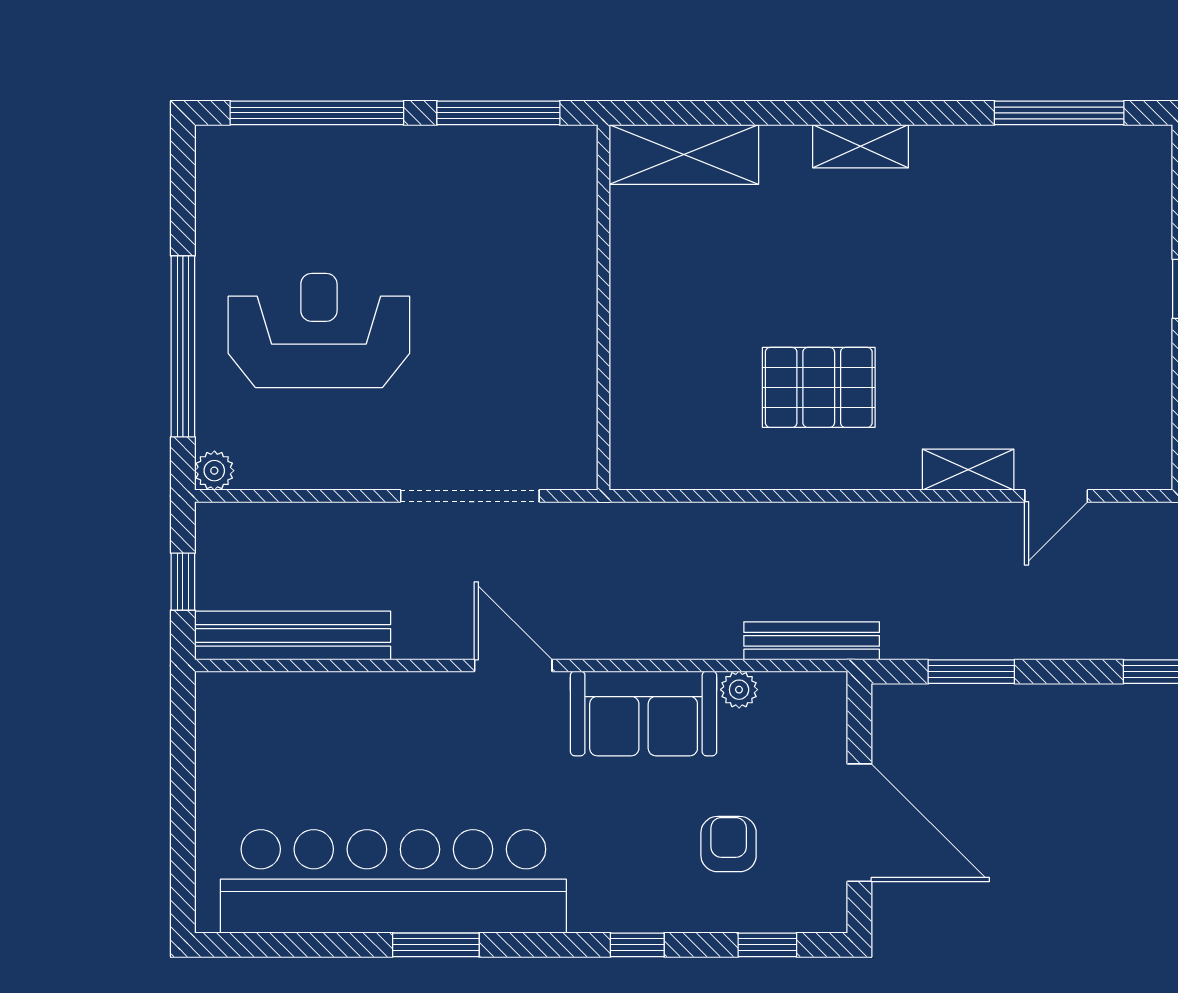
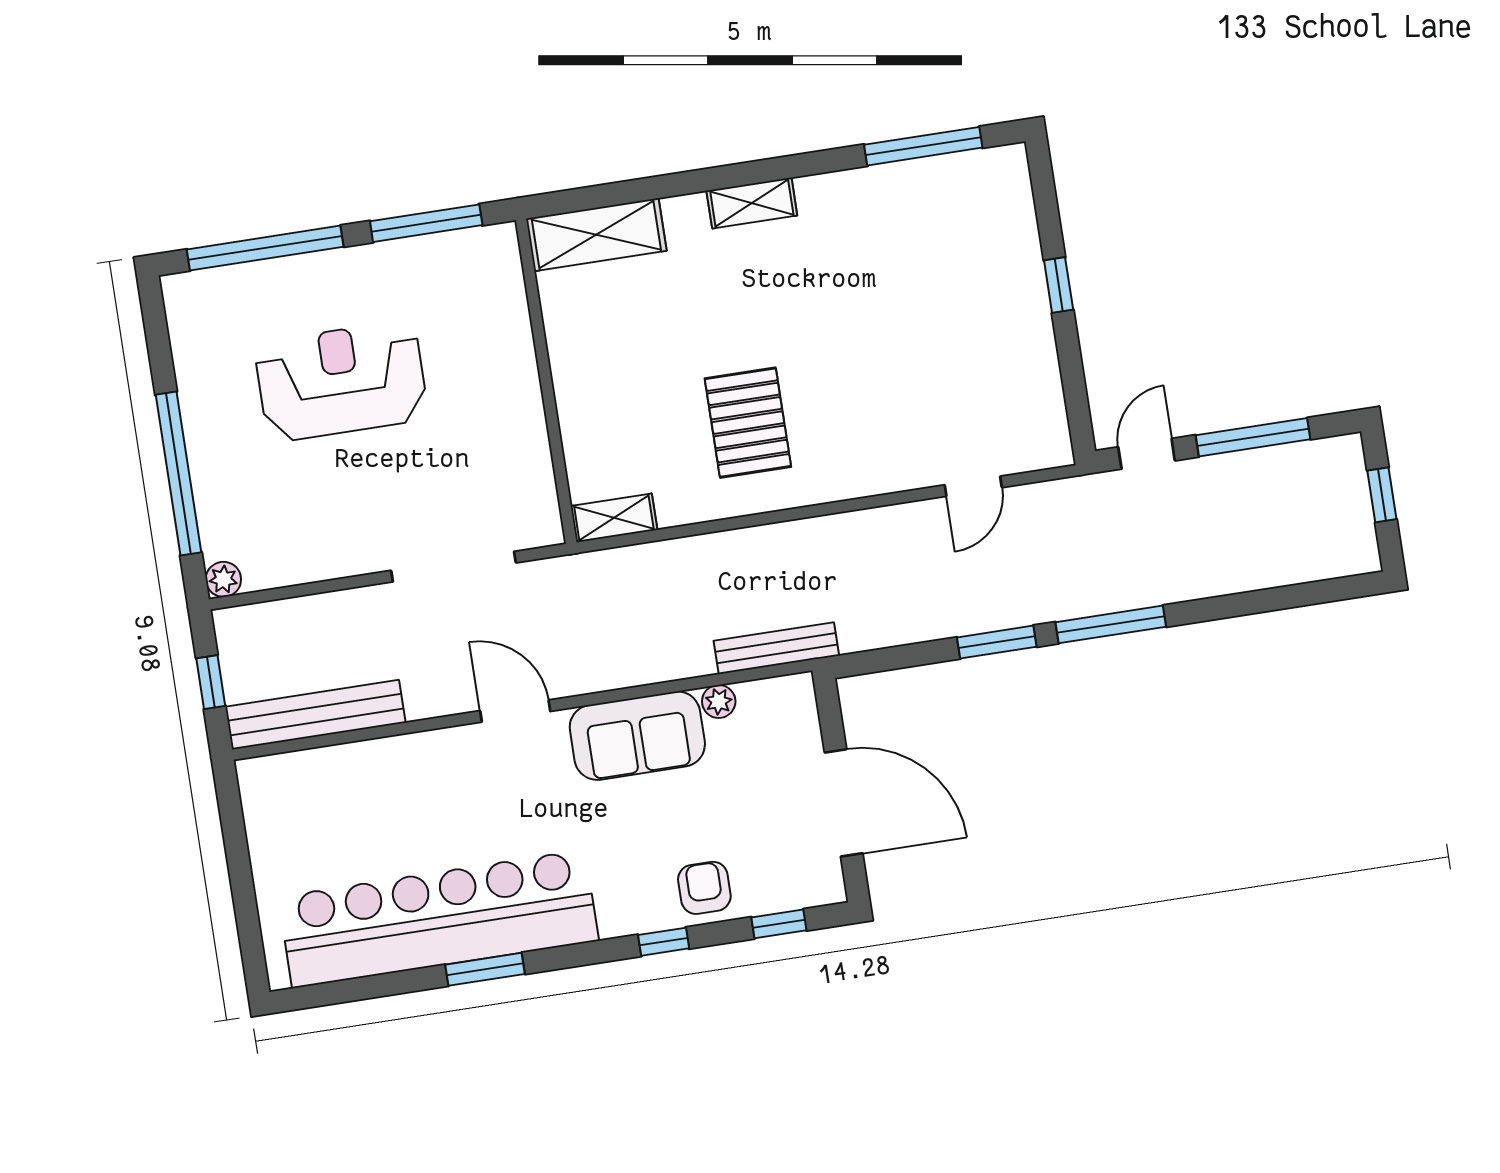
reception desk: (319, 330) -> (341, 381), moved
pallet: (819, 387) -> (748, 423), turned 90
shelving: (968, 470) -> (614, 518), moved
window: (971, 672) -> (997, 642), moved
armchair: (729, 844) -> (704, 888), moved

